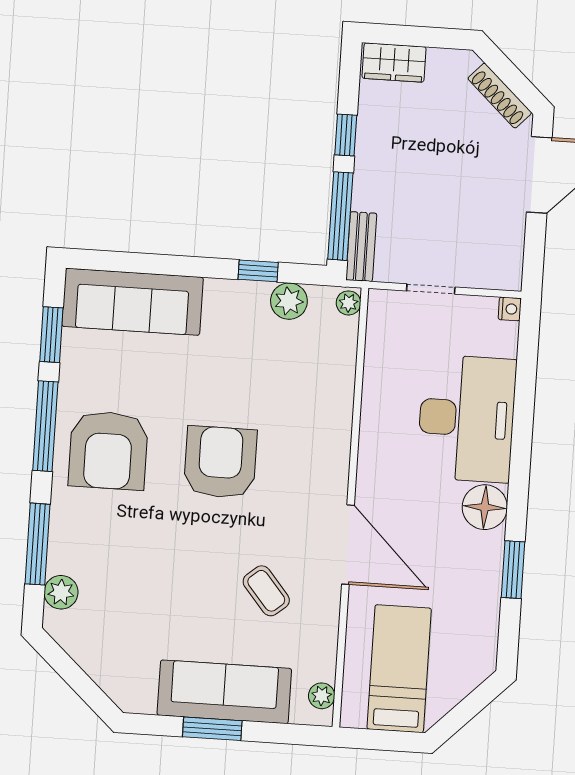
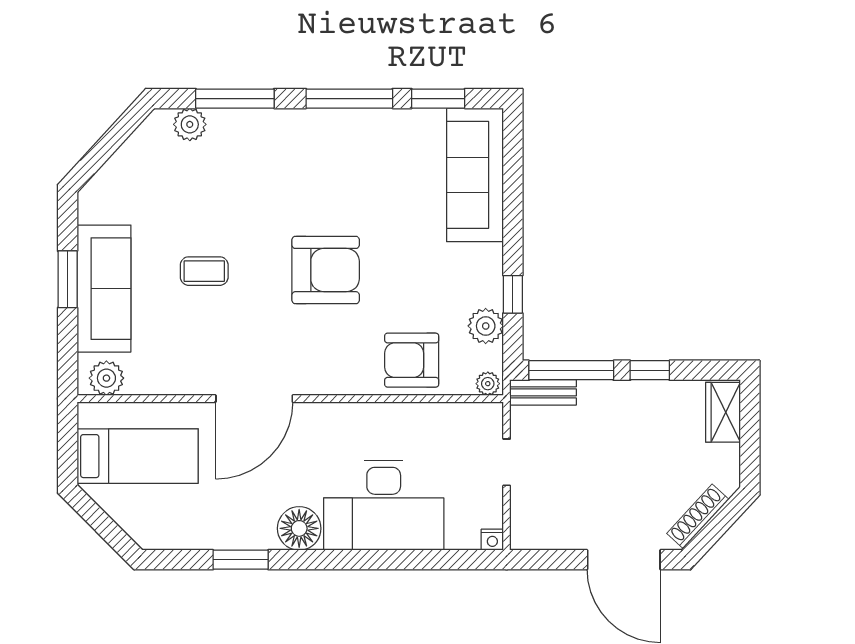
armchair: (108, 450) -> (412, 360), moved, width x0.73, depth x0.73
coffee table: (266, 591) -> (204, 271), moved, turned 40
plant: (322, 696) -> (106, 378), width x1.38, depth x1.38

